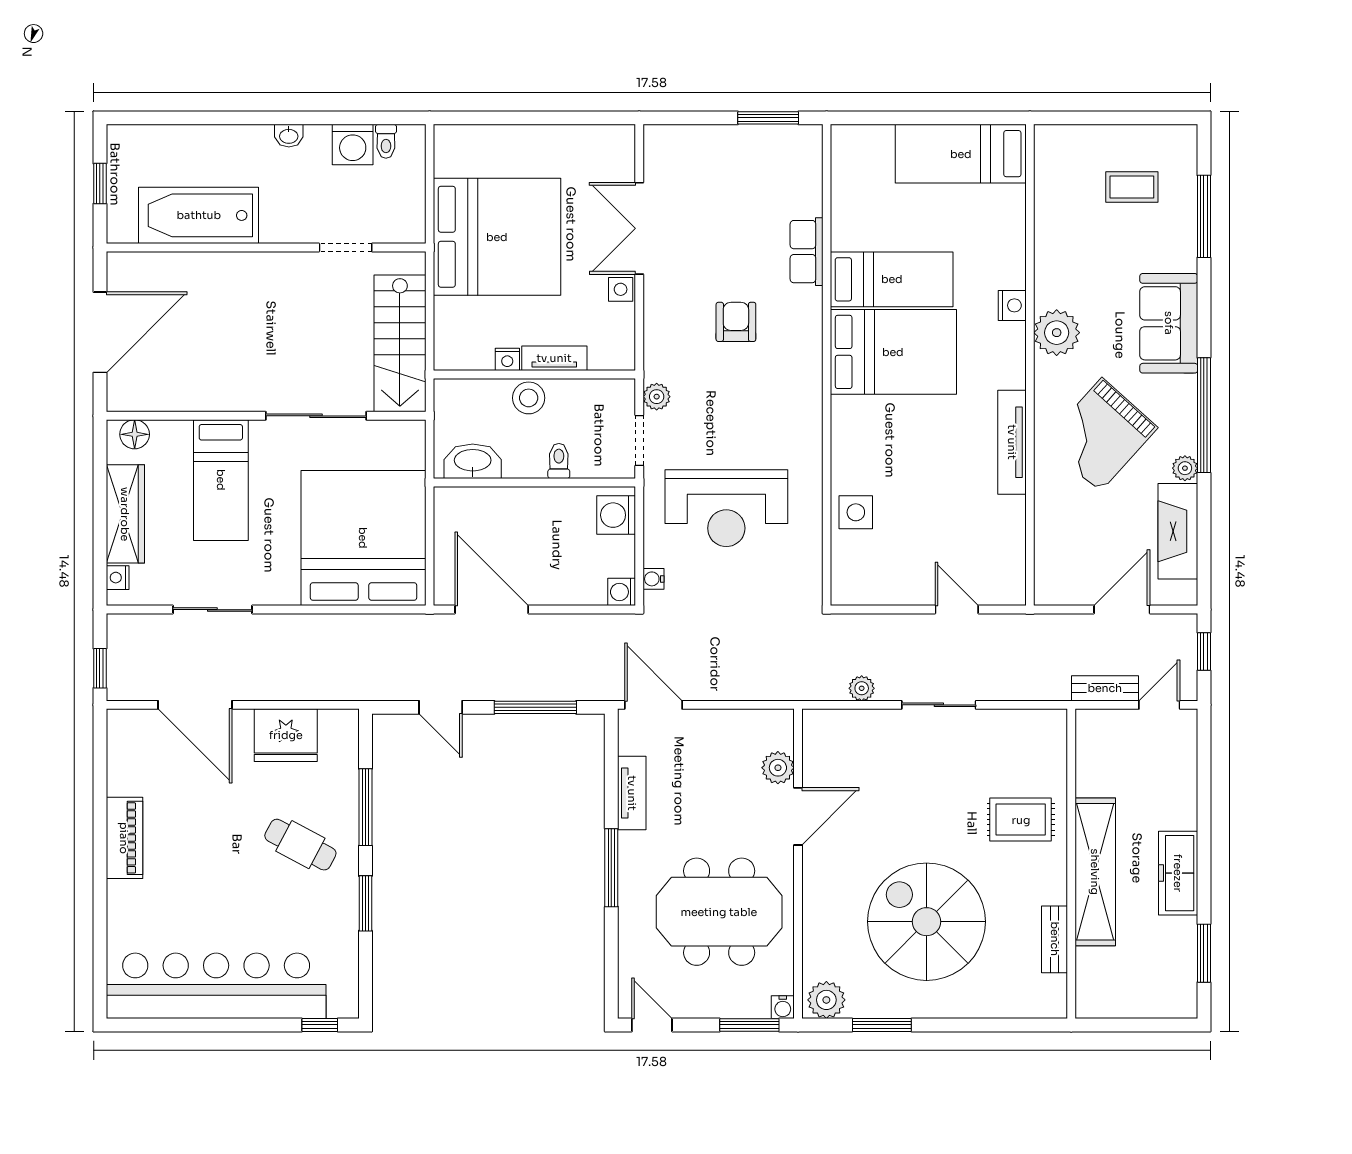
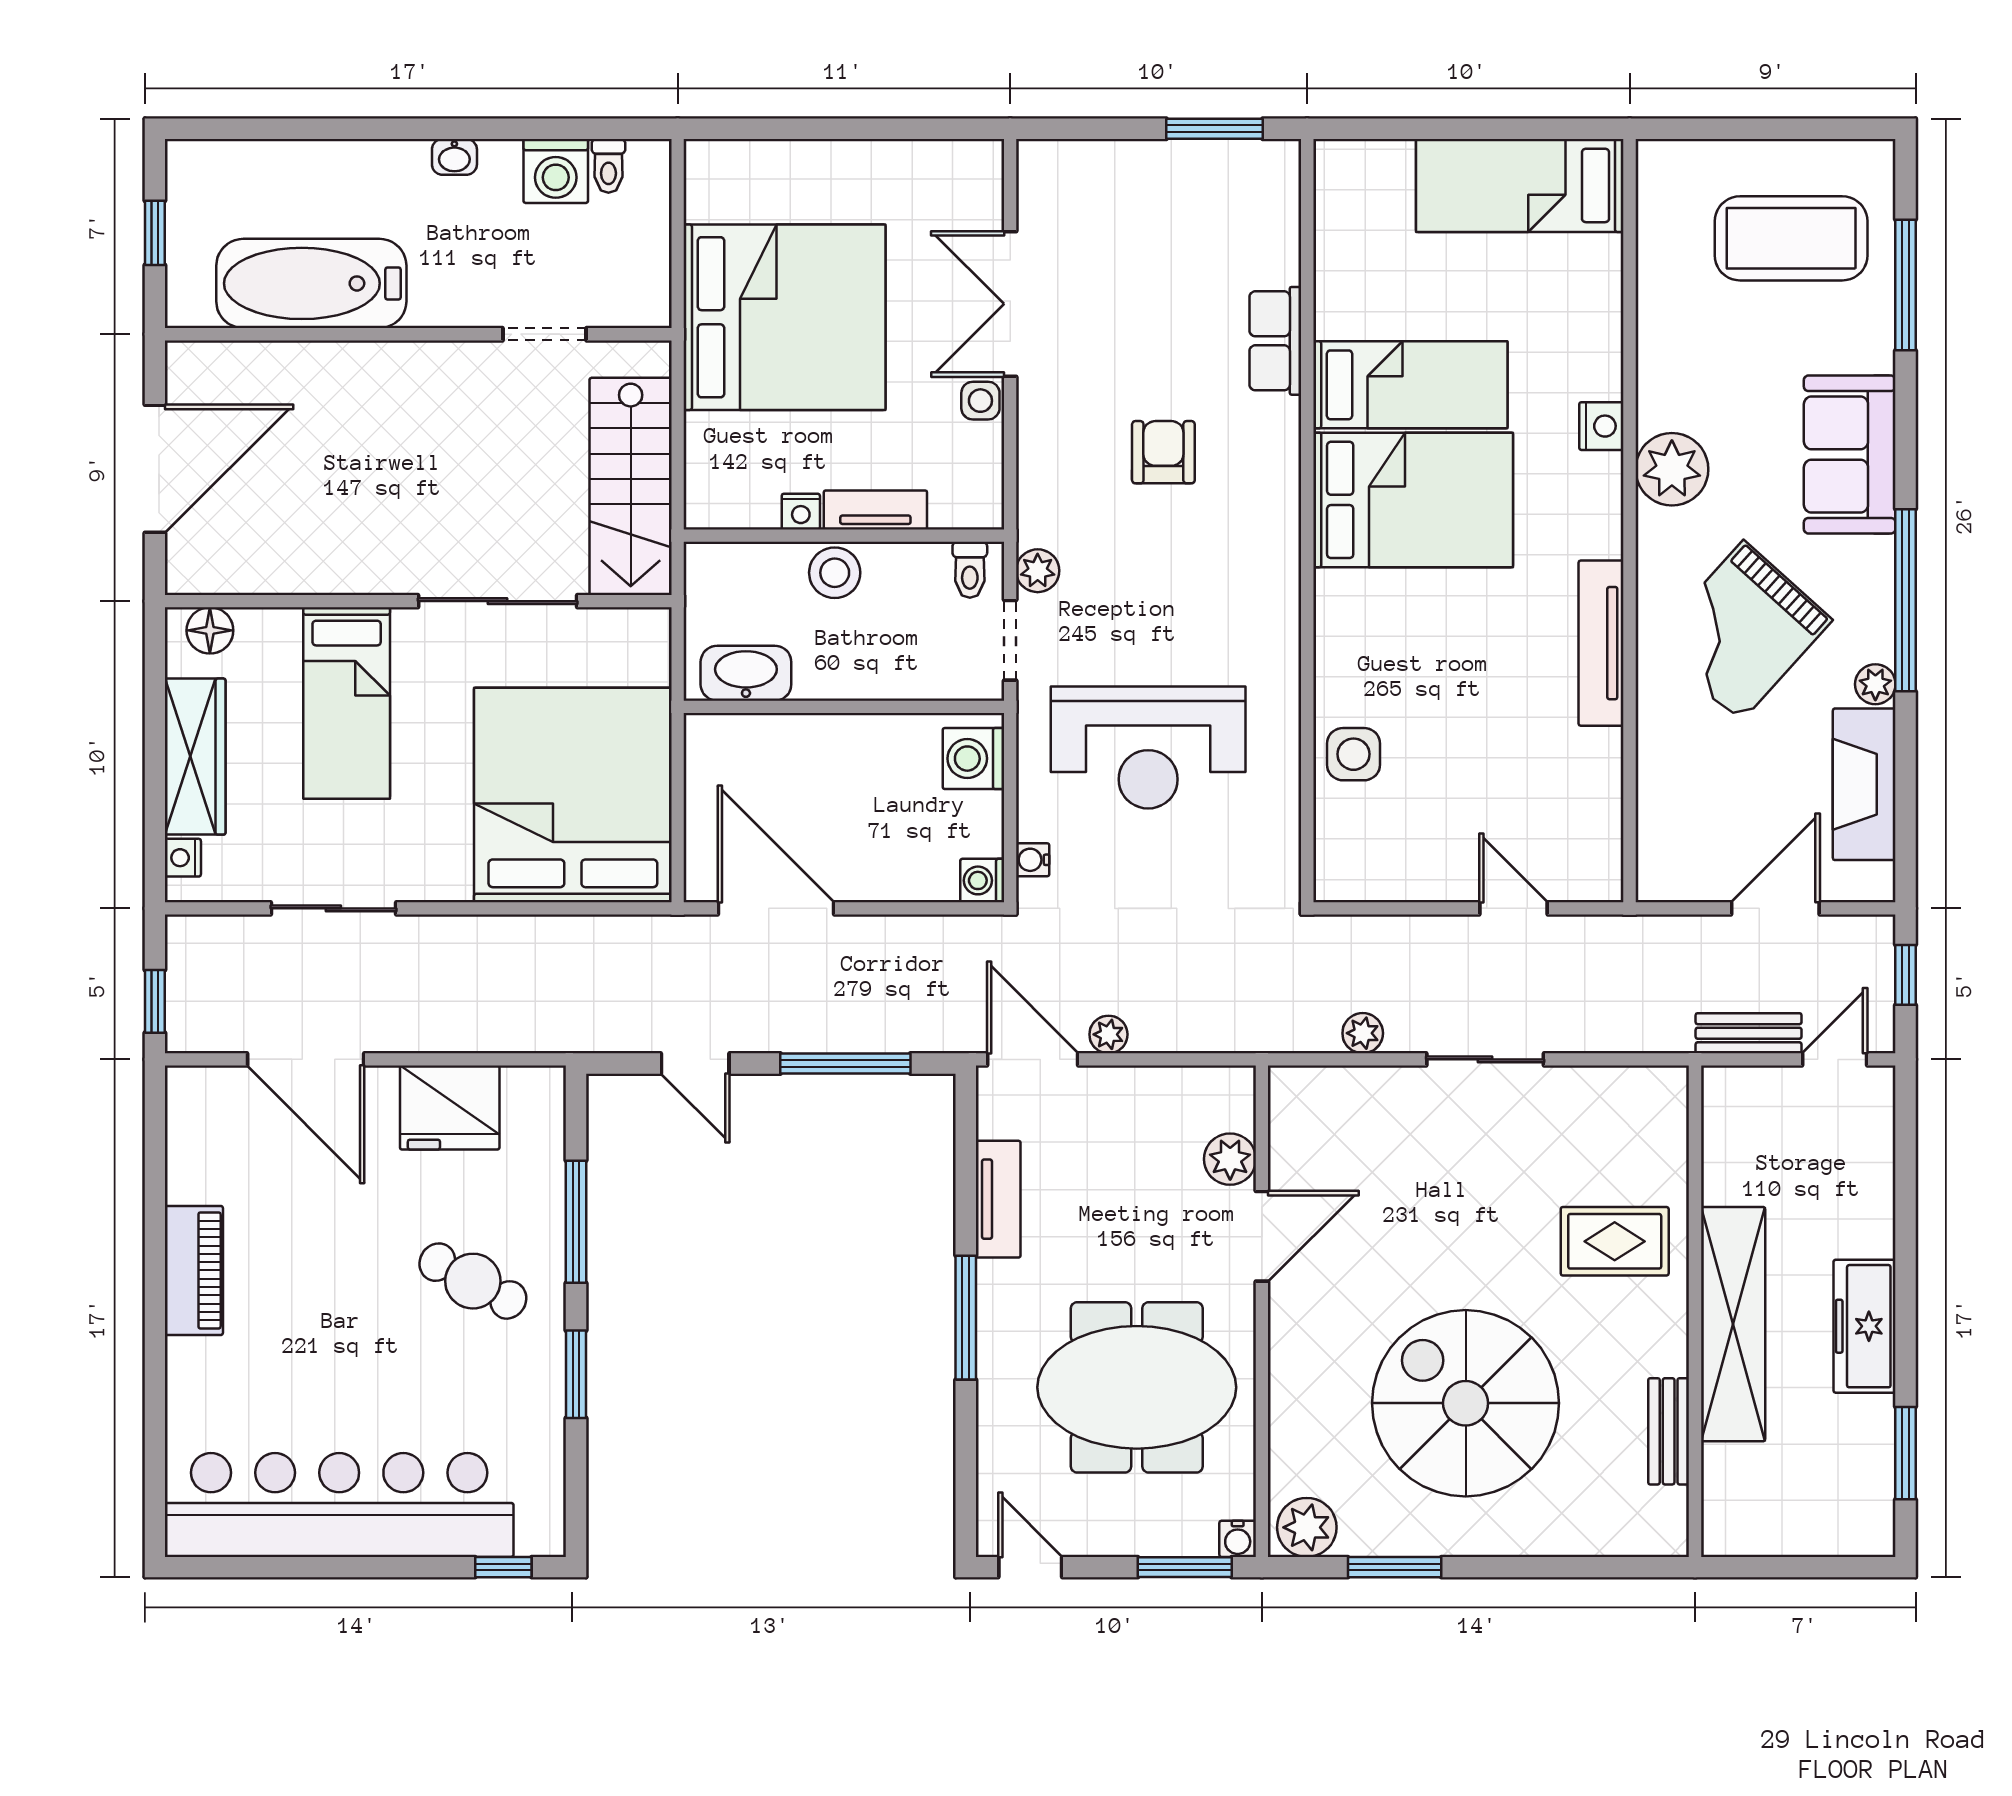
coffee table: (1132, 187) -> (1791, 238), width x1.86, depth x1.72
toilet: (559, 461) -> (970, 570), moved, turned 180
plant: (701, 689) -> (1108, 1034), added

